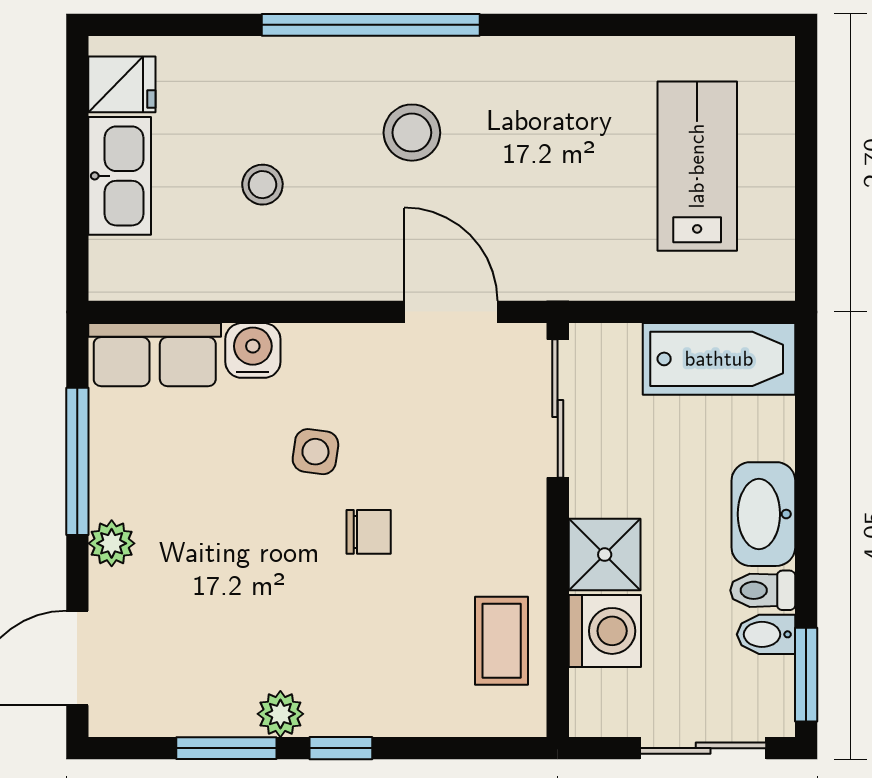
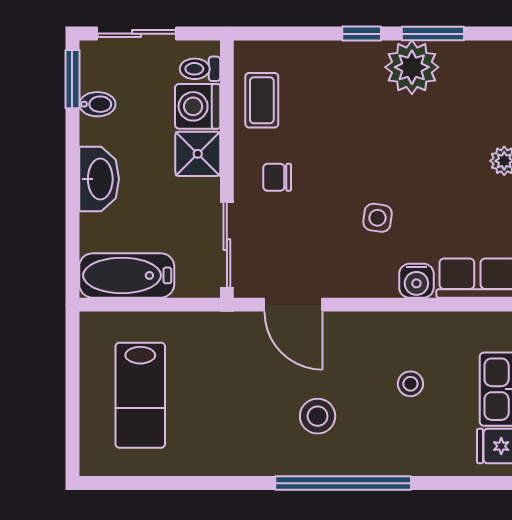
chair: (369, 532) -> (277, 177), moved
toilet: (763, 590) -> (200, 69), moved, turned 180
plant: (280, 714) -> (412, 67), width x1.88, depth x1.88

